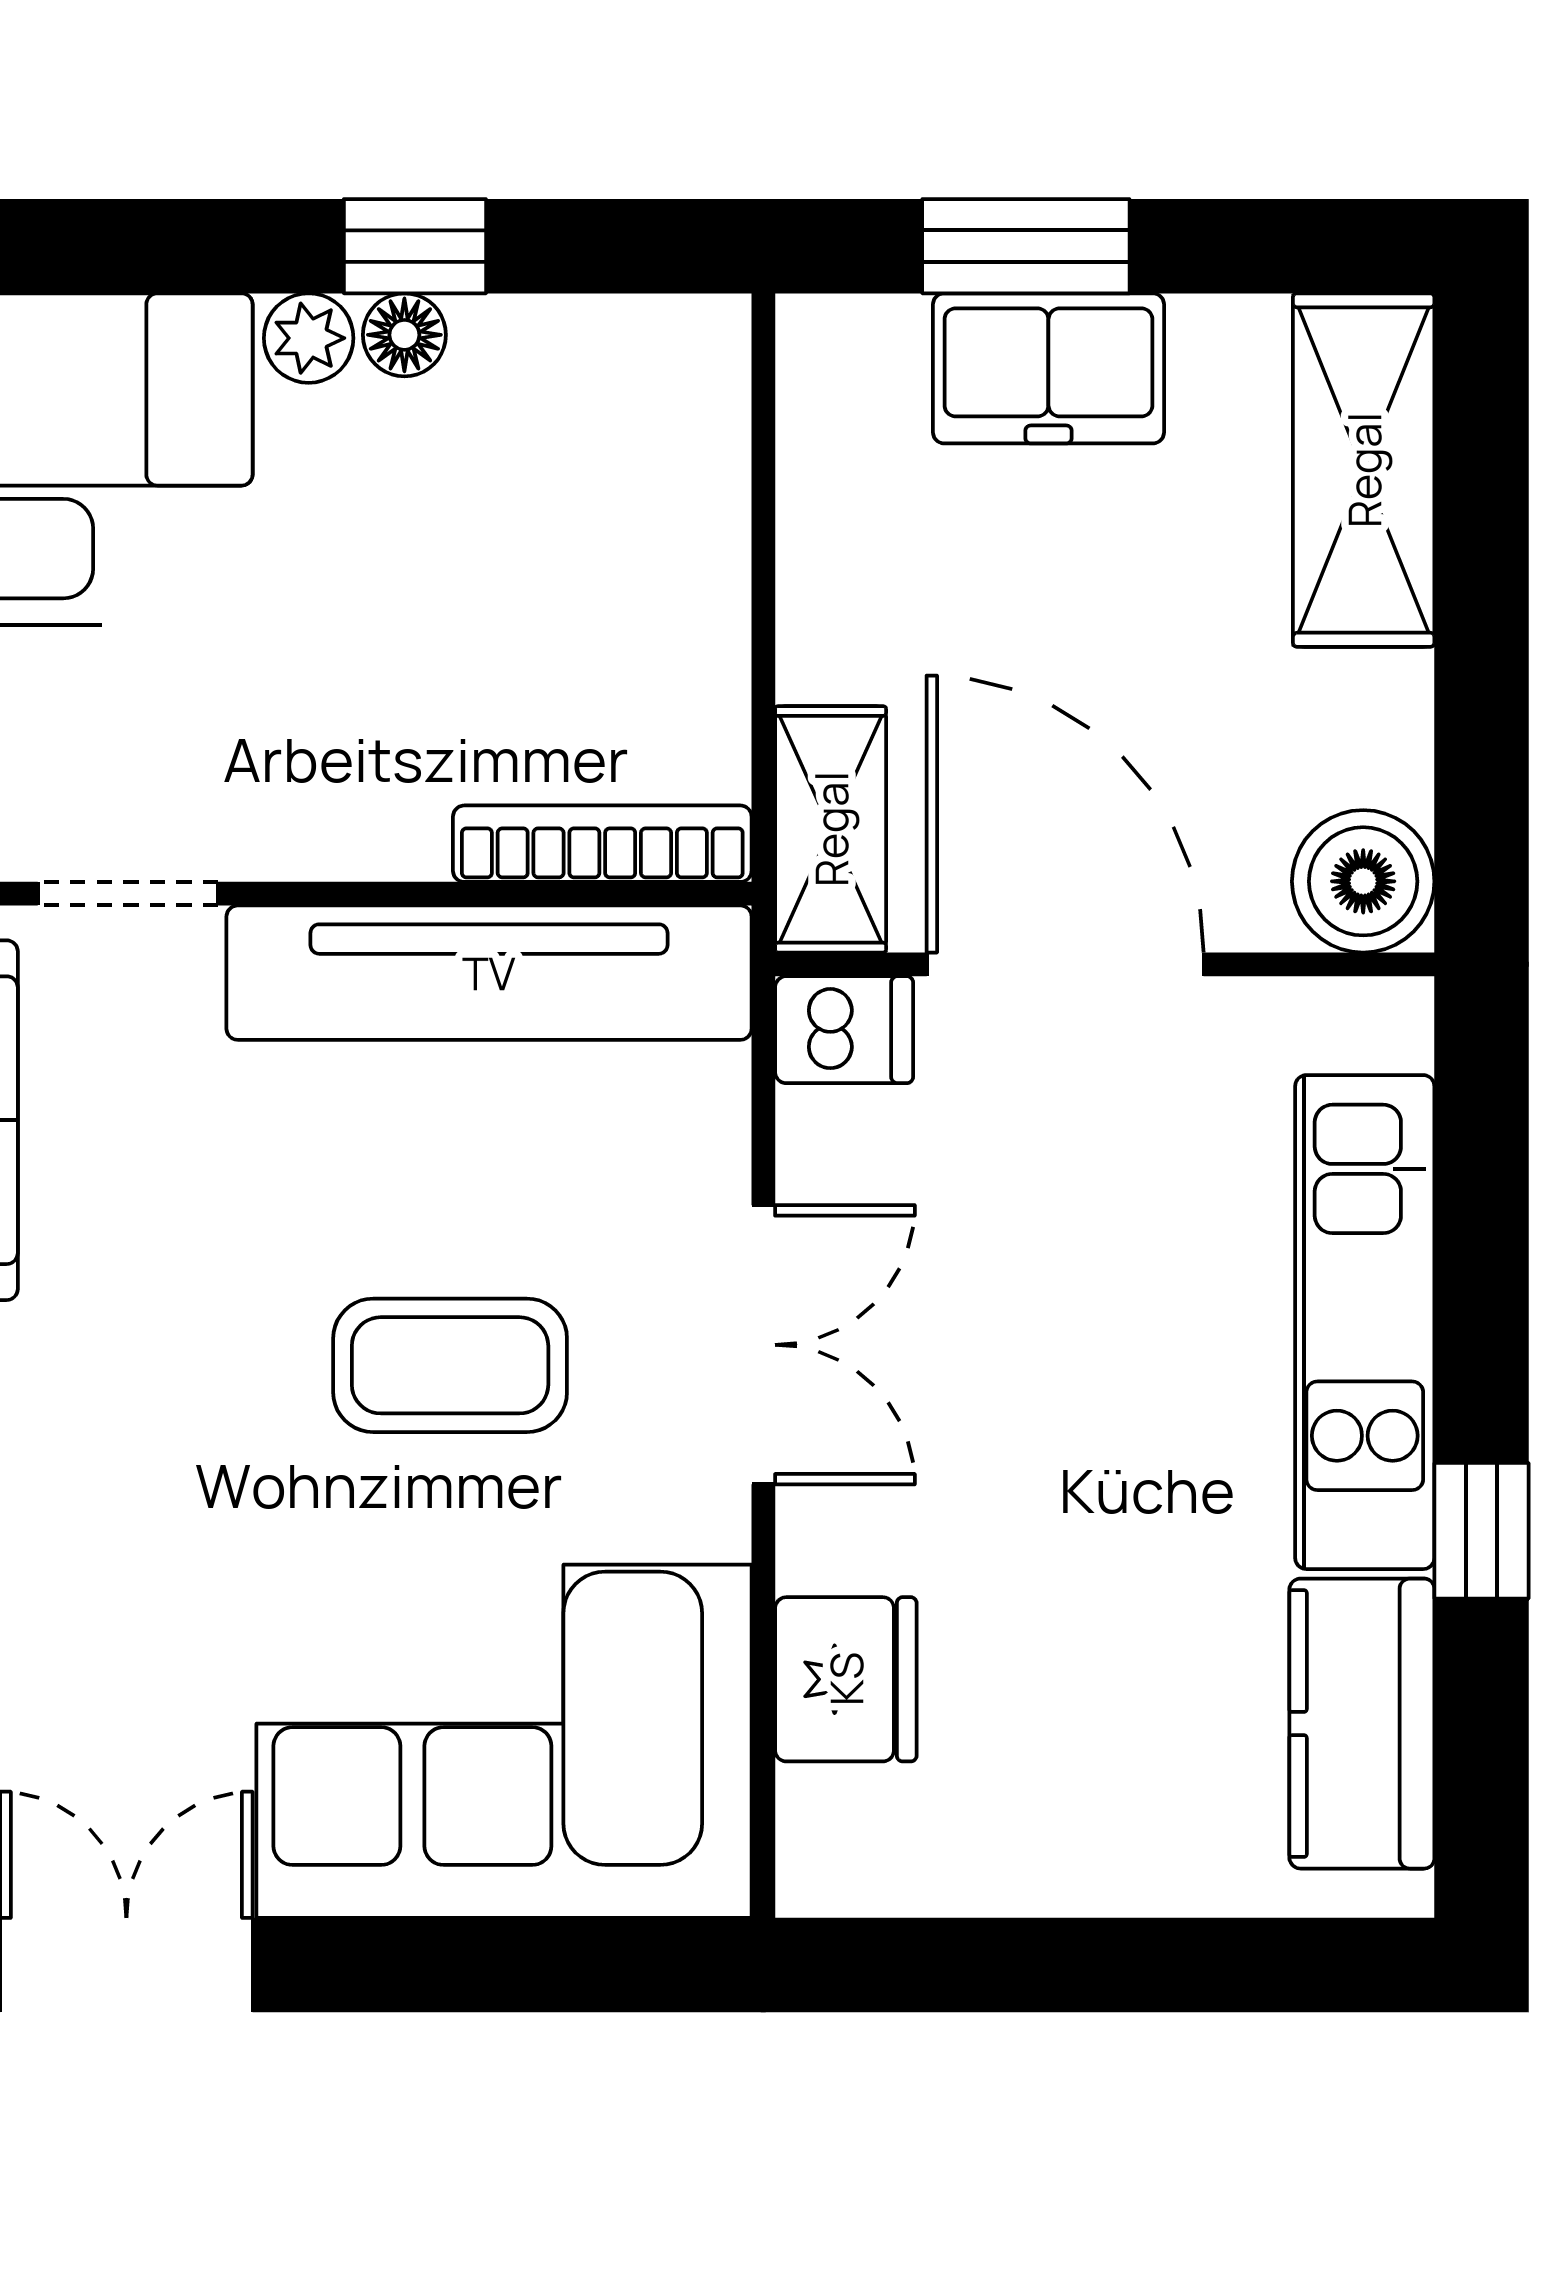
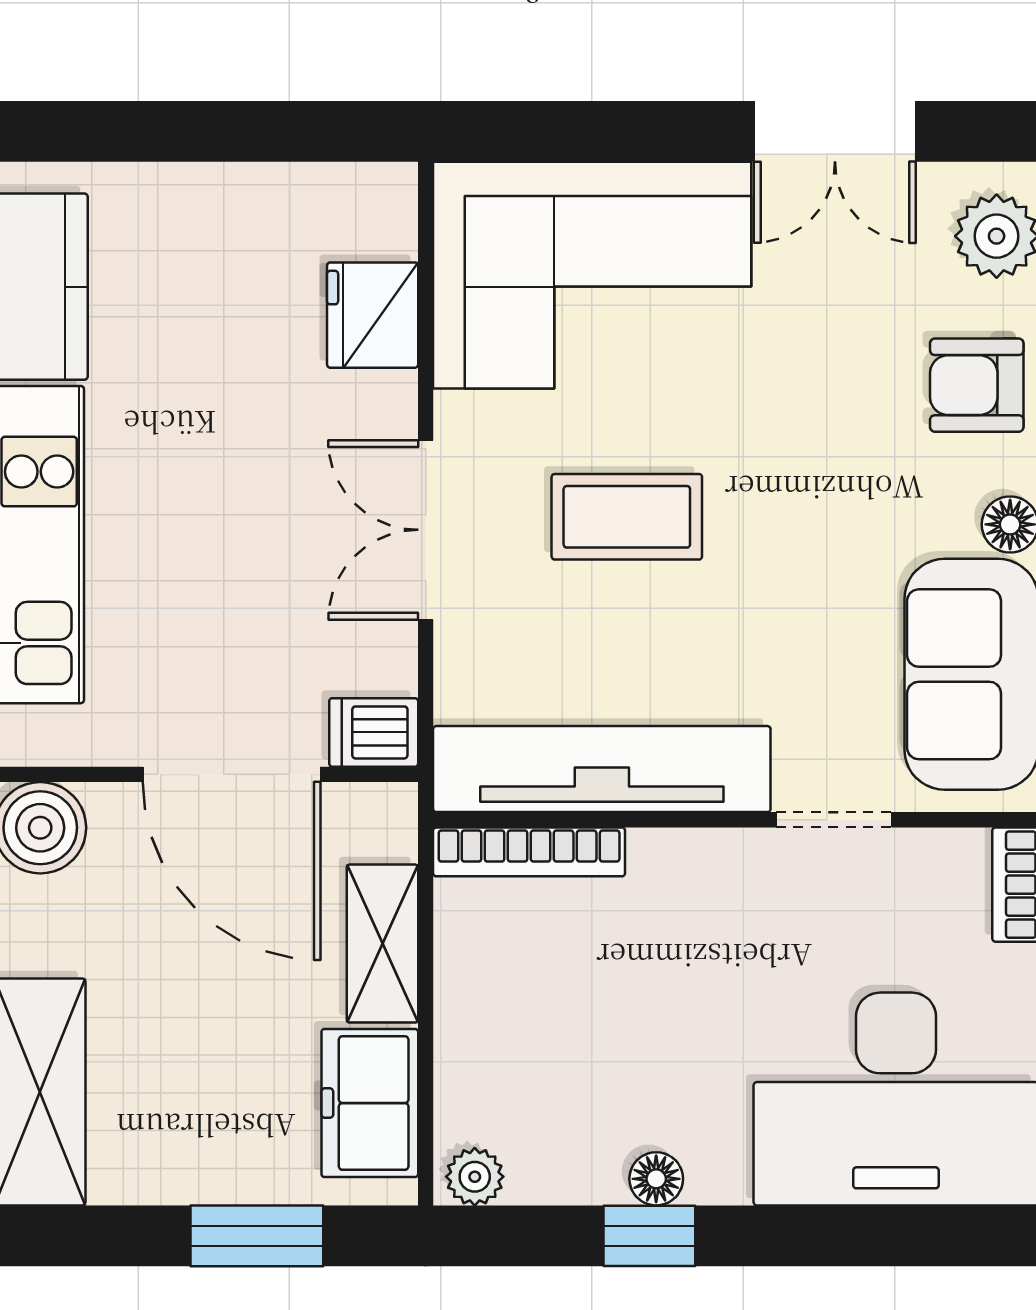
plant: (309, 338) -> (475, 1177), moved
freezer: (1048, 368) -> (370, 1103), moved, turned -90
shelving: (831, 829) -> (382, 944), moved

